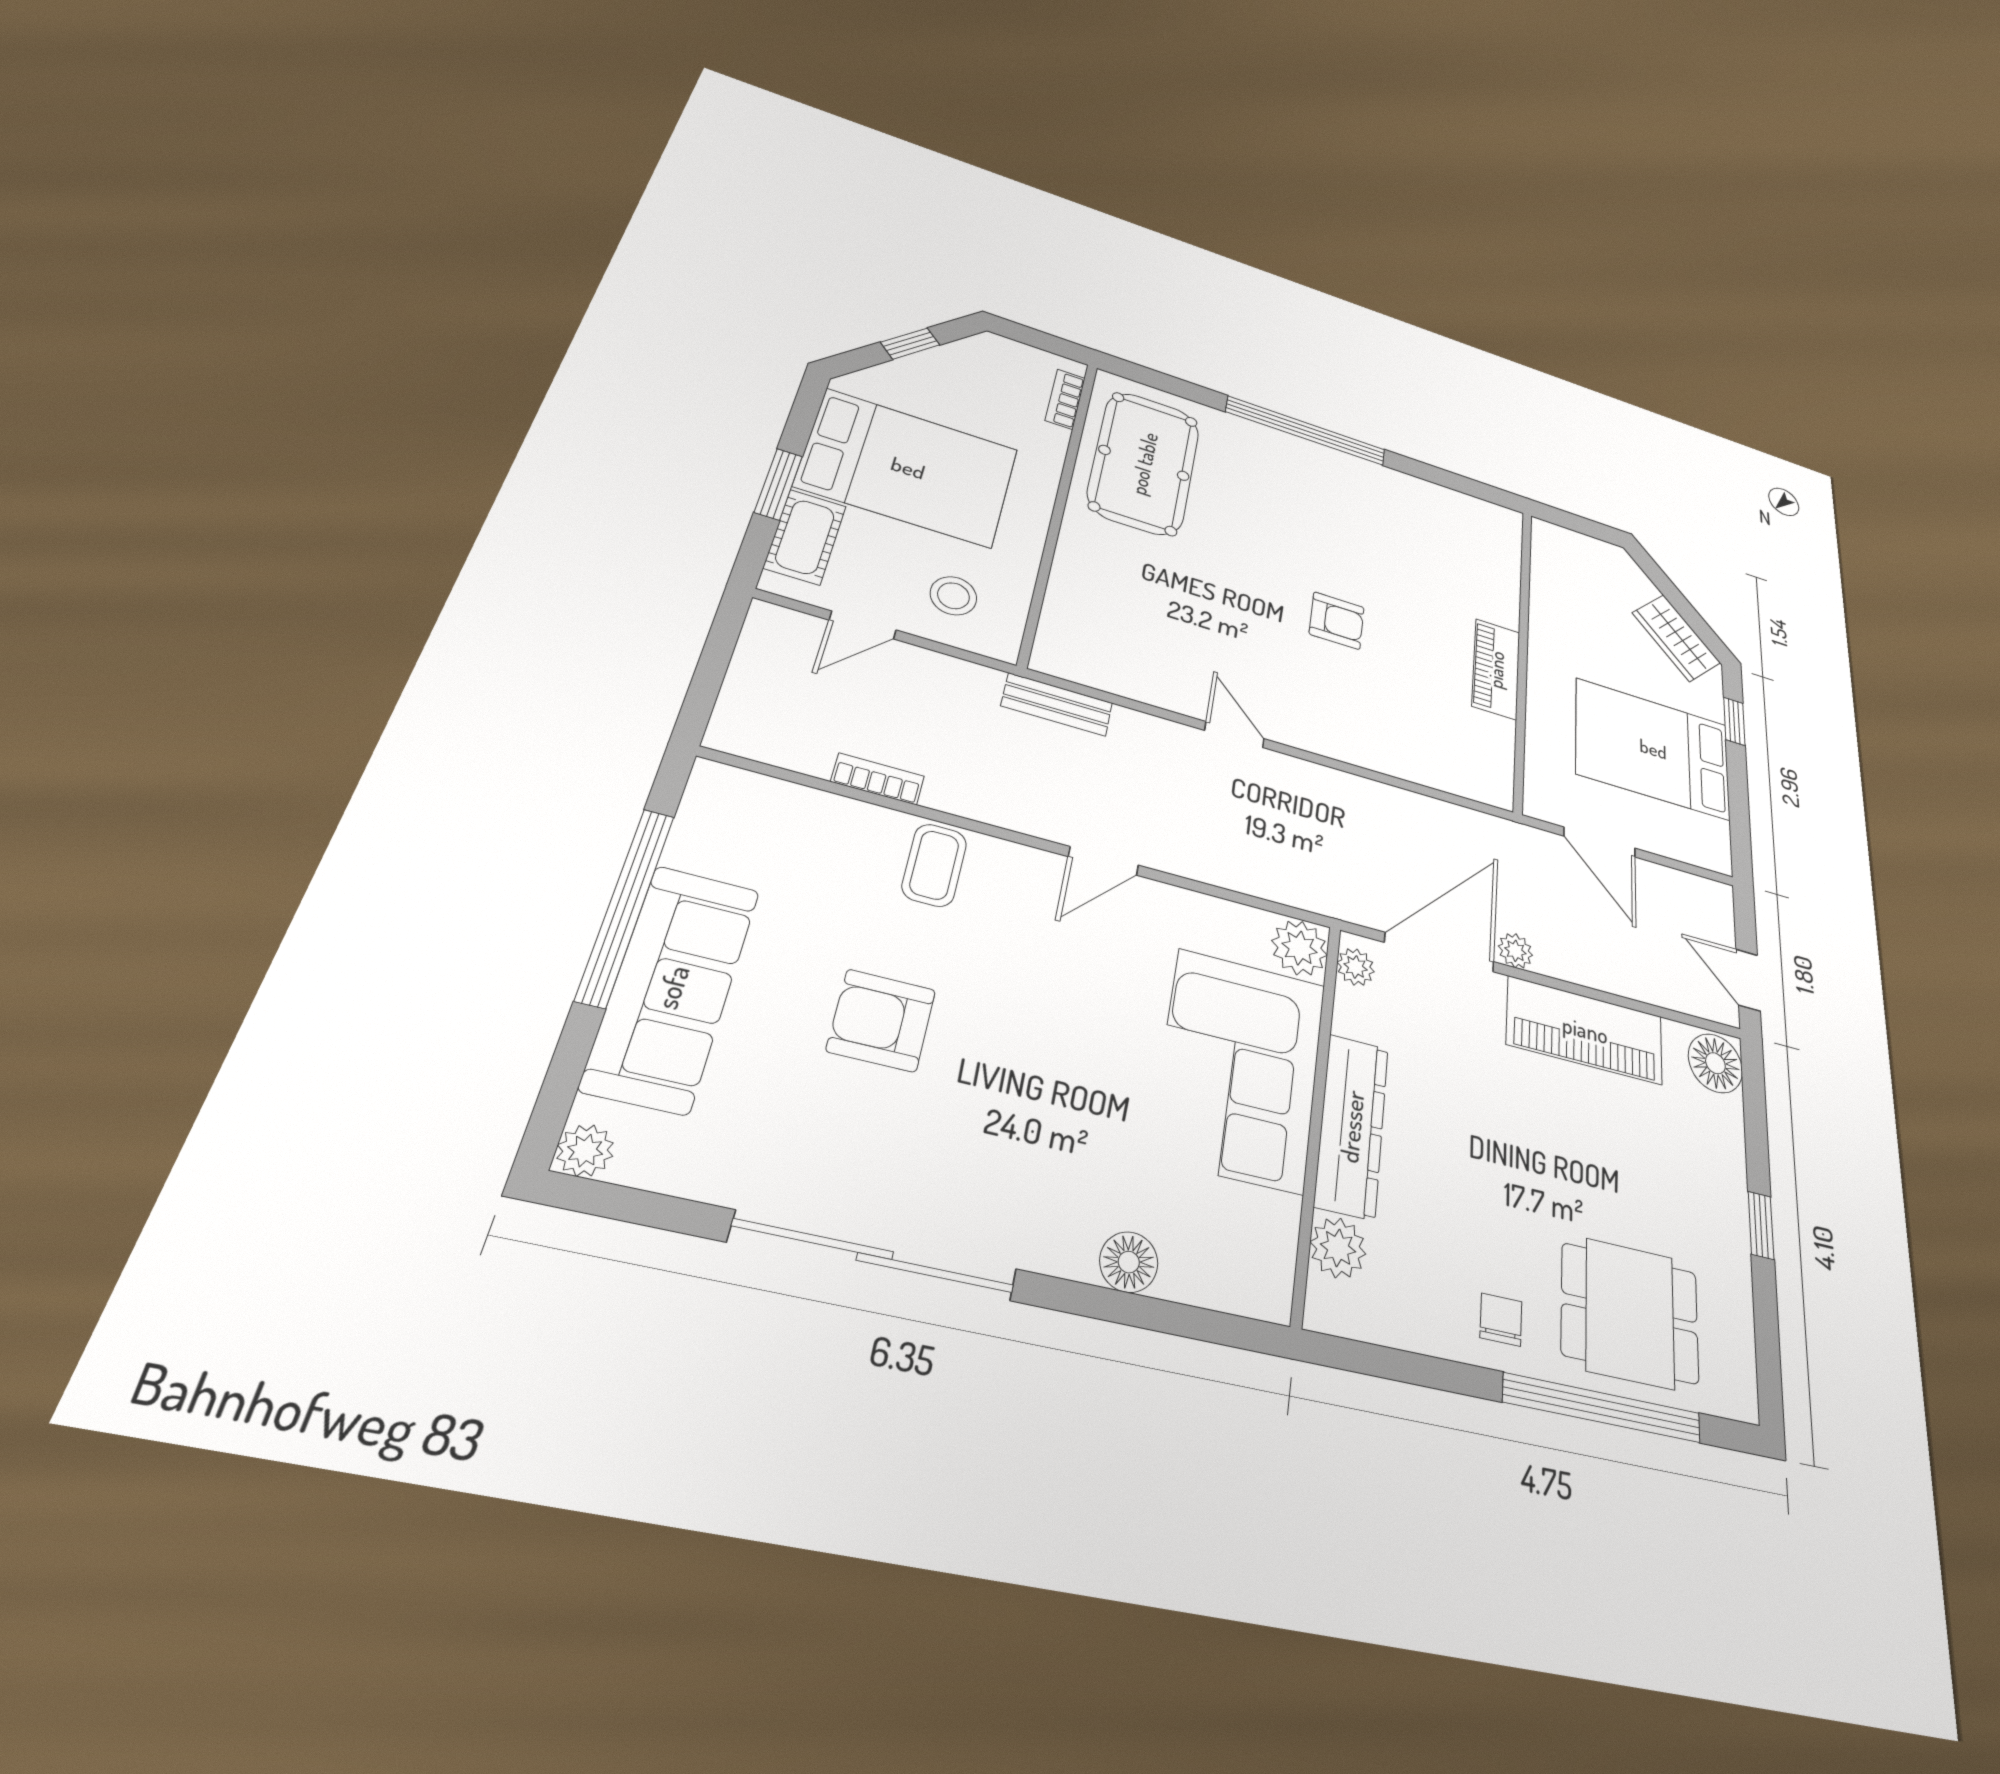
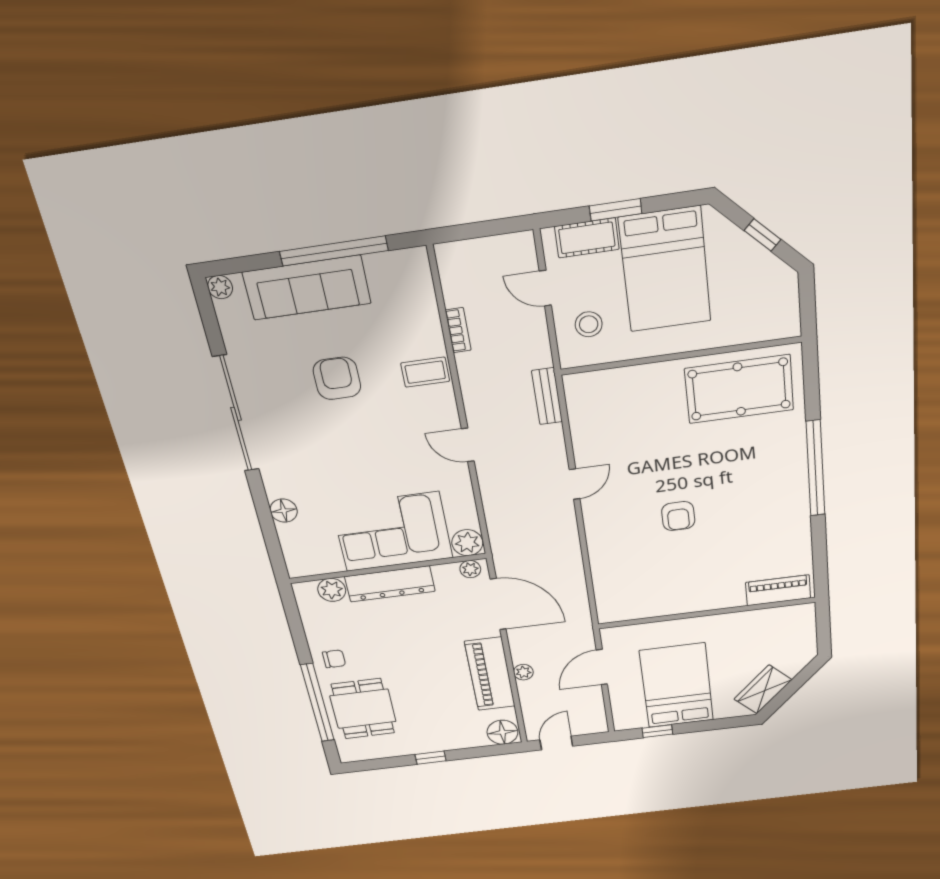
bookcase: (1065, 399) -> (766, 333), removed
piano: (1496, 669) -> (778, 590), moved
window: (1734, 721) -> (657, 731), moved
plant: (1515, 951) -> (523, 672), moved

